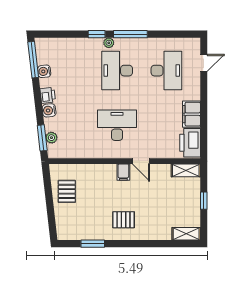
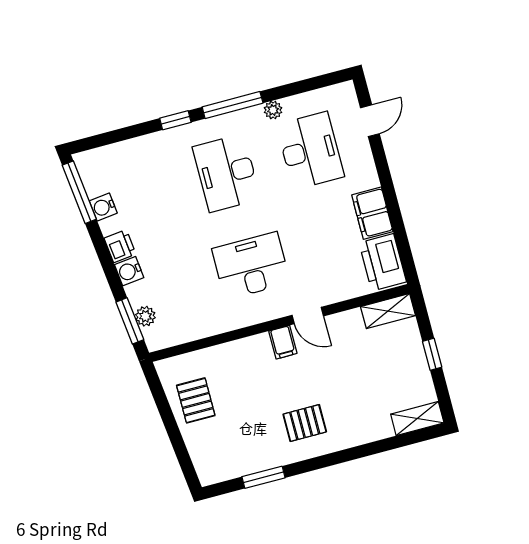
plant: (109, 43) -> (273, 110), moved

